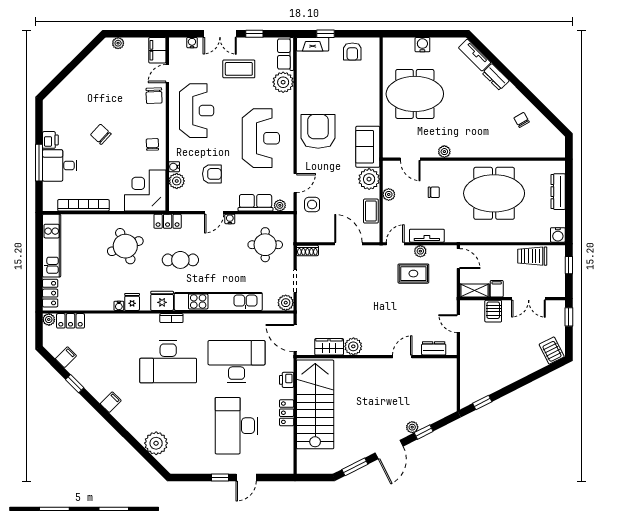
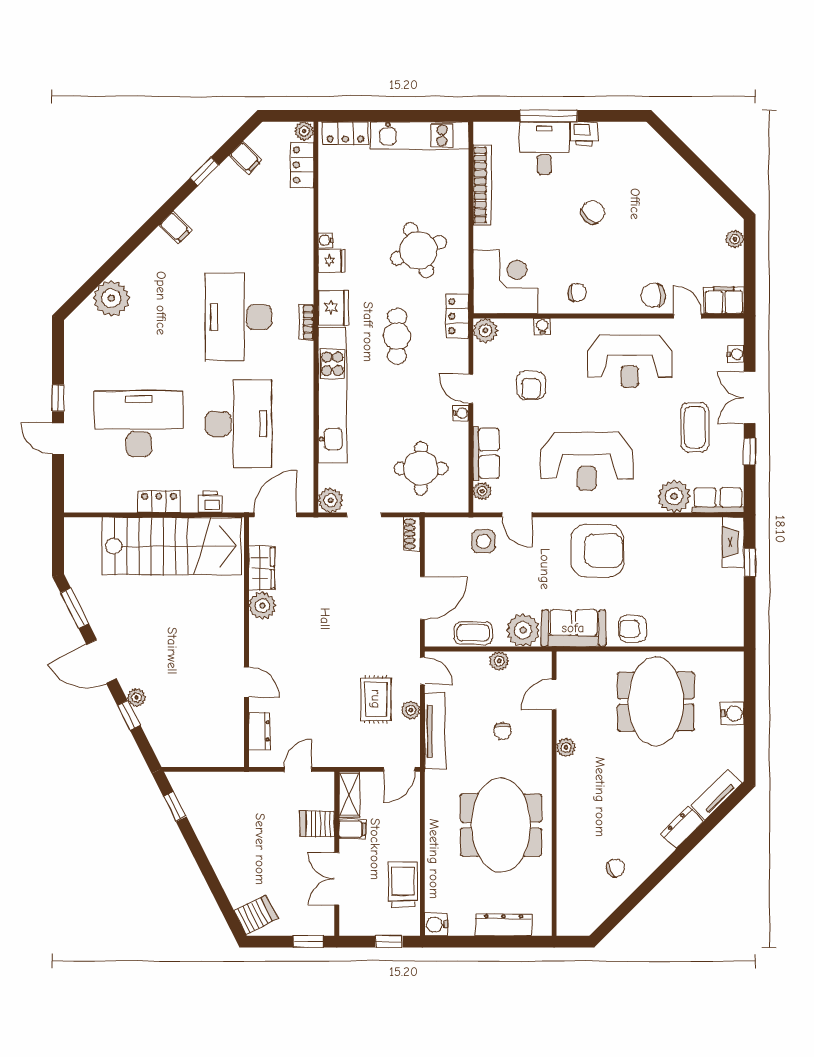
armchair: (352, 51) -> (633, 629), moved
plant: (177, 181) -> (485, 330), moved
tv unit: (427, 236) -> (435, 731), width x1.41

